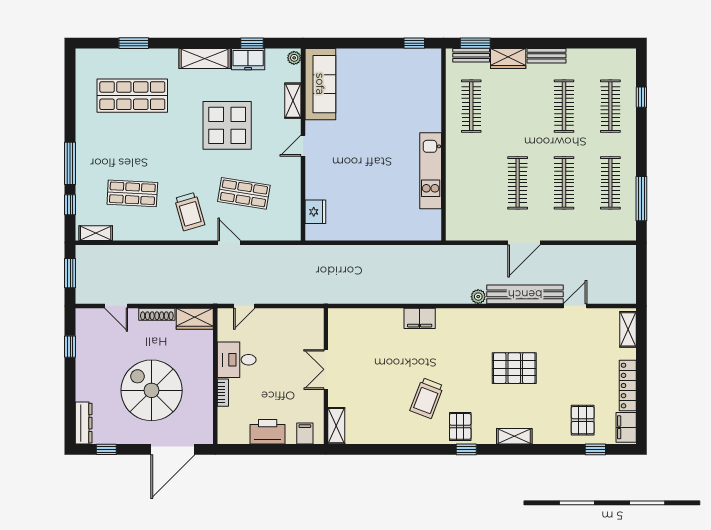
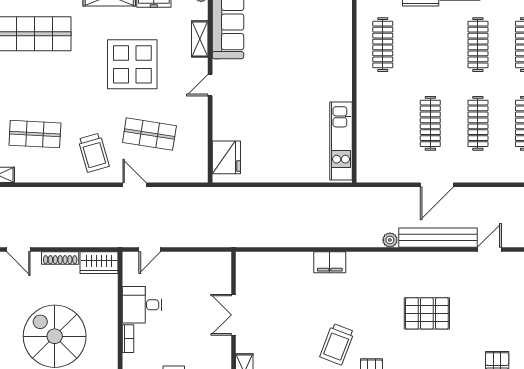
kitchen unit: (431, 171) -> (341, 141), moved
fridge: (315, 212) -> (226, 157), width x1.36, depth x1.34

